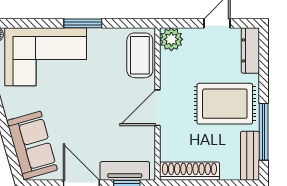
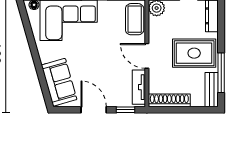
door: (157, 108) -> (147, 56), hinge flipped
tv unit: (125, 171) -> (139, 87), moved, turned -90

